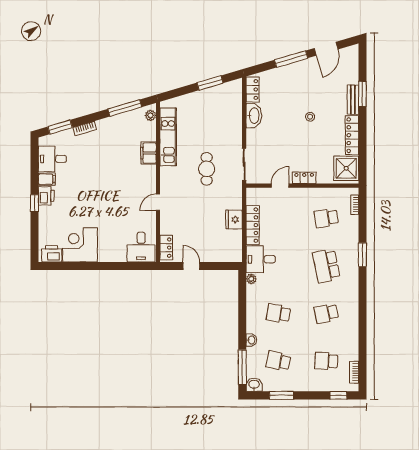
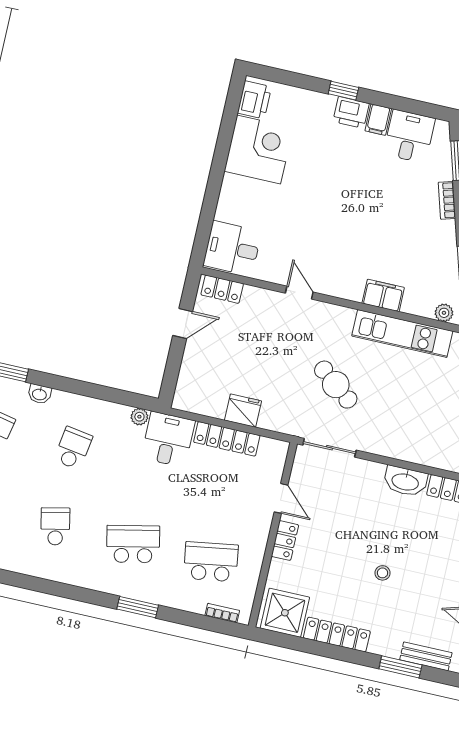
bench: (353, 100) -> (426, 656), moved
cafe table: (207, 169) -> (336, 385), turned 38
school desk: (326, 218) -> (211, 562), width x1.85

